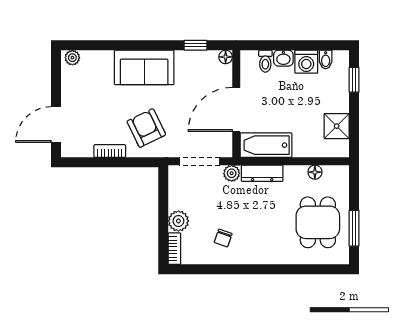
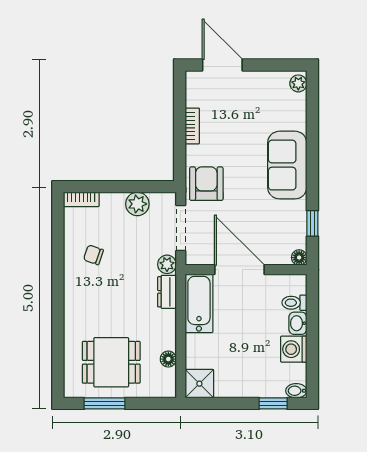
bidet: (326, 59) -> (296, 391), moved
shower: (337, 126) -> (199, 384), moved
armchair: (146, 128) -> (206, 184), moved, turned -64
dresser: (262, 173) -> (167, 292), width x0.70
plant: (178, 221) -> (137, 204), moved

